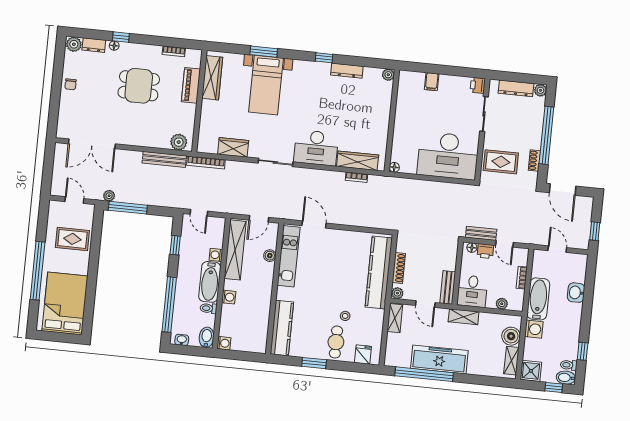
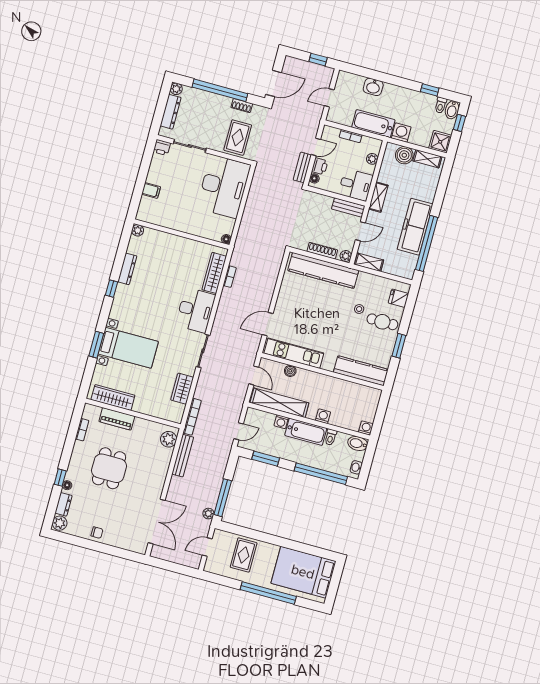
window: (175, 245) -> (266, 459), width x1.50

